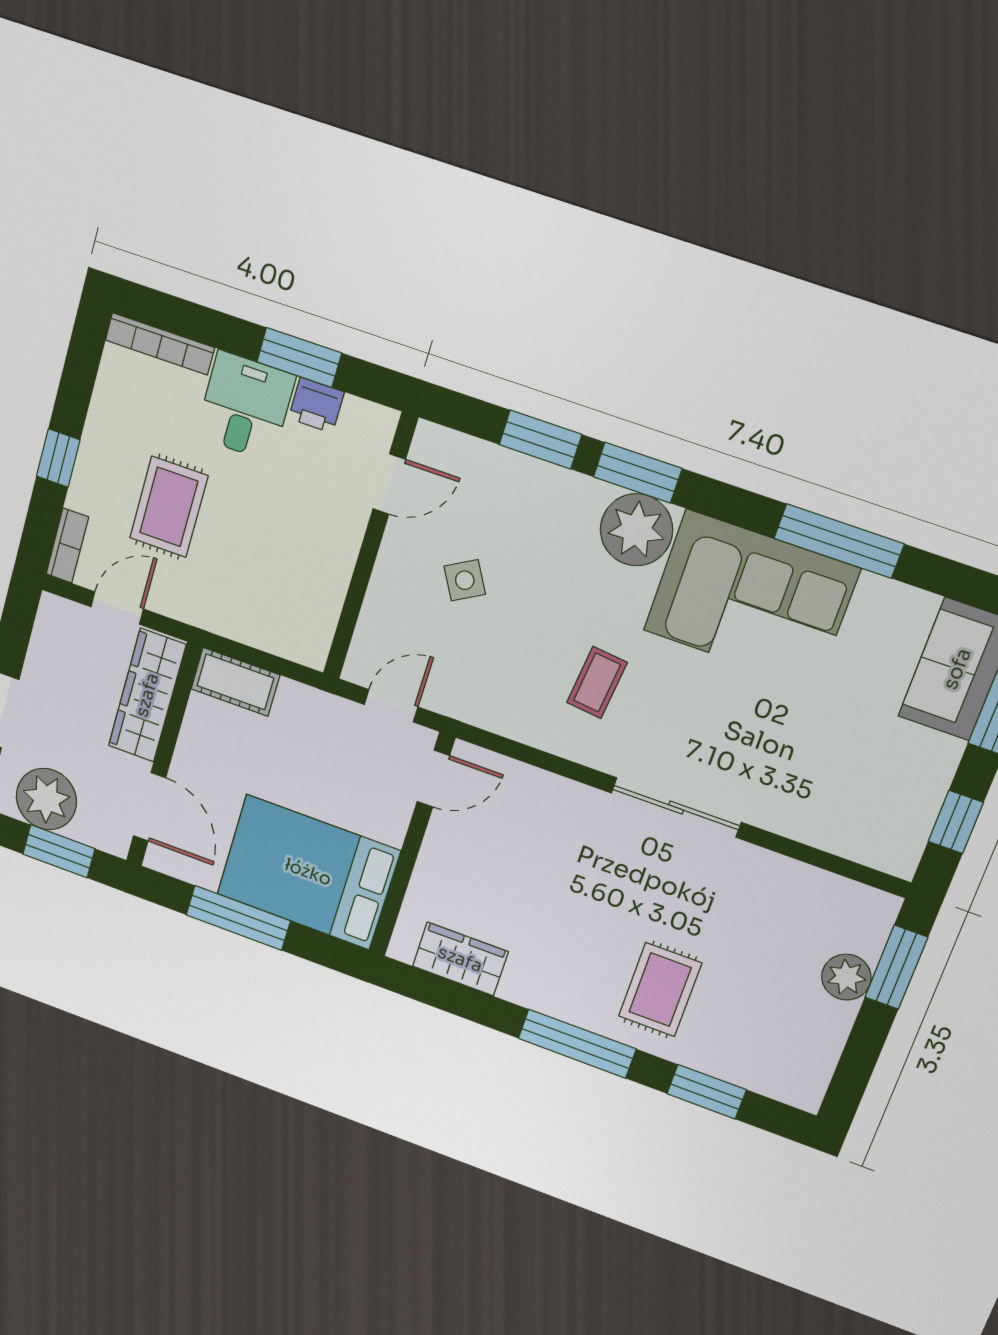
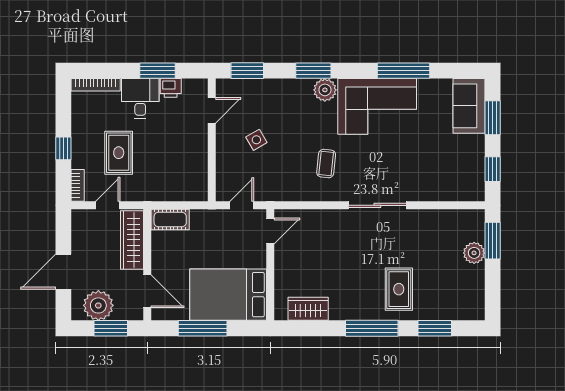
window: (540, 440) -> (247, 71), moved
plant: (636, 530) -> (325, 90), width x0.73, depth x0.73

